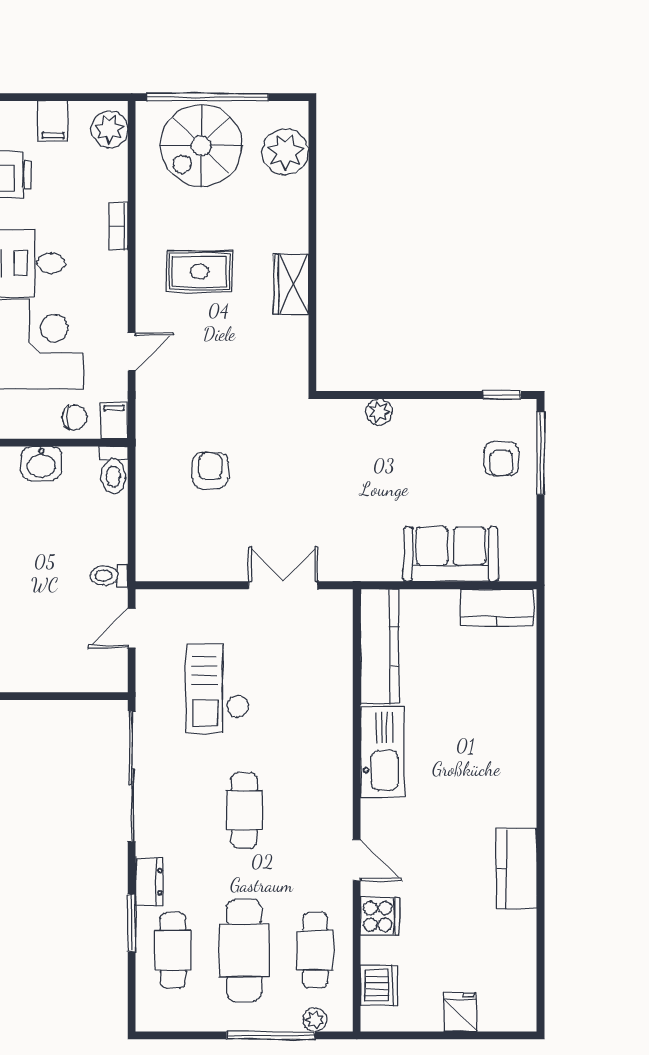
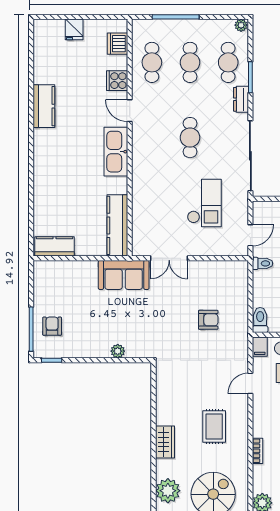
rug: (199, 272) -> (214, 426), turned 90
wardrobe: (291, 284) -> (165, 442), moved
armchair: (210, 470) -> (208, 320), turned -90
sofa: (451, 554) -> (124, 275), moved
kitchen sink: (382, 752) -> (116, 152), moved
cafe table: (244, 950) -> (190, 62), width x0.73, depth x0.74
plant: (315, 1020) -> (241, 25), moved

